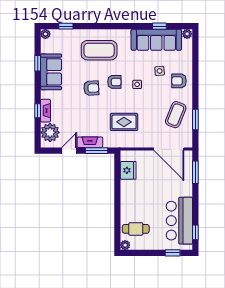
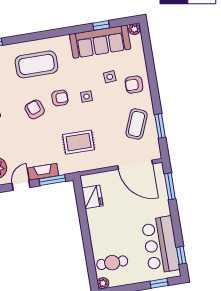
armchair: (91, 88) -> (35, 109), turned -107

